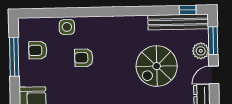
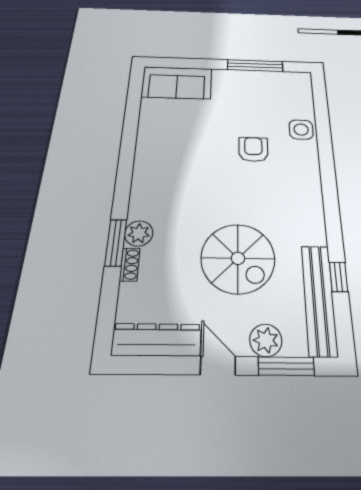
window: (188, 10) -> (339, 277), moved
armchair: (38, 50) -> (265, 93), removed
spiral stairs: (157, 66) -> (238, 258), turned 180

